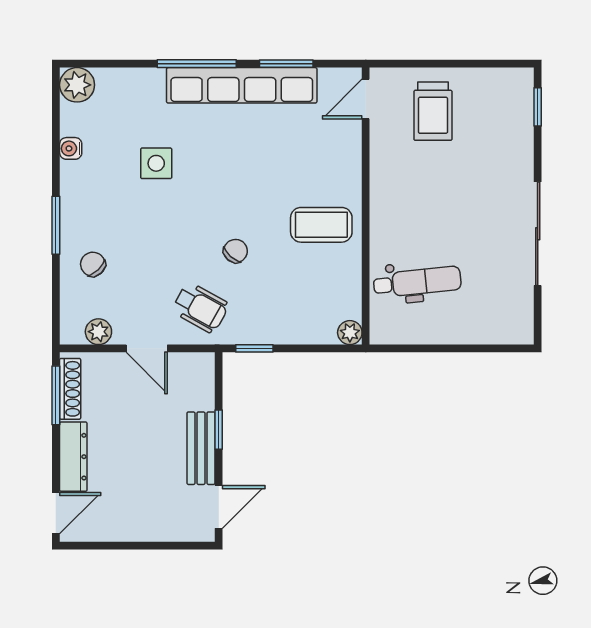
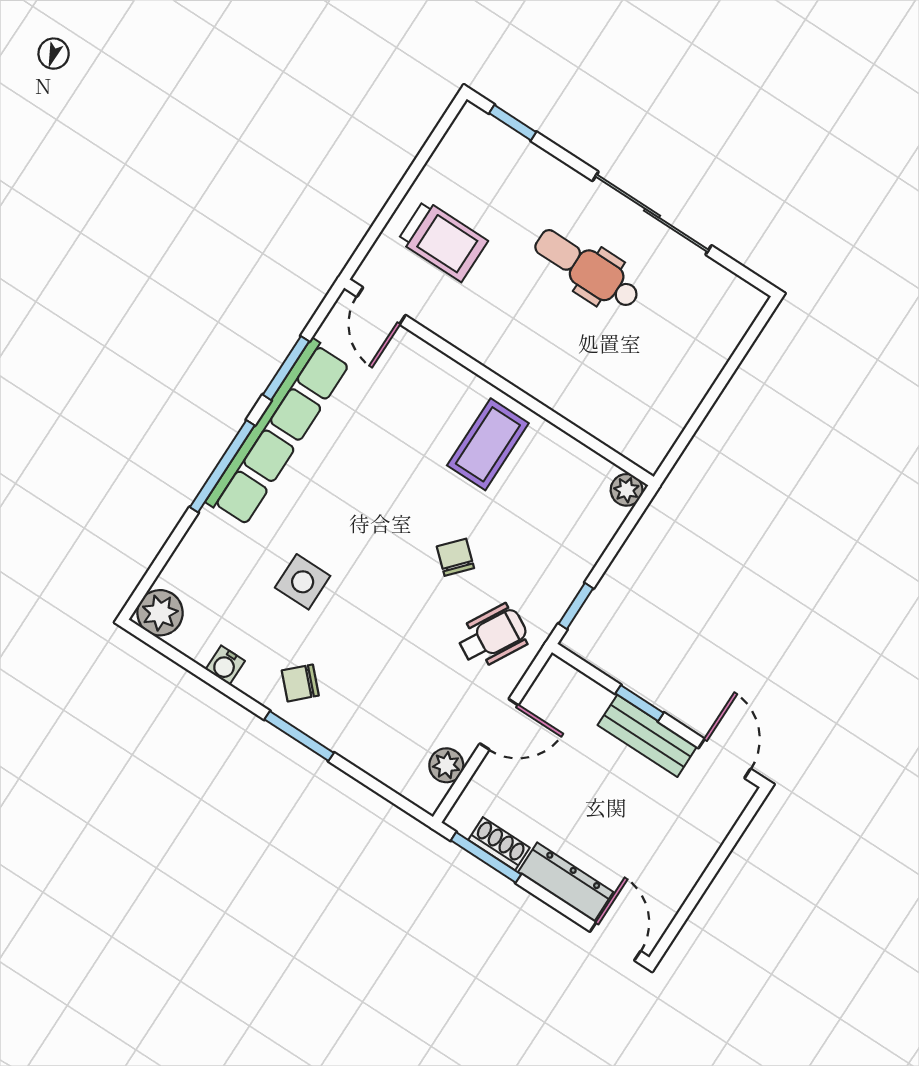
chair: (93, 264) -> (300, 683), moved
dental chair: (417, 282) -> (587, 269), moved, turned -84
shoe rack: (70, 389) -> (499, 844), width x0.70

